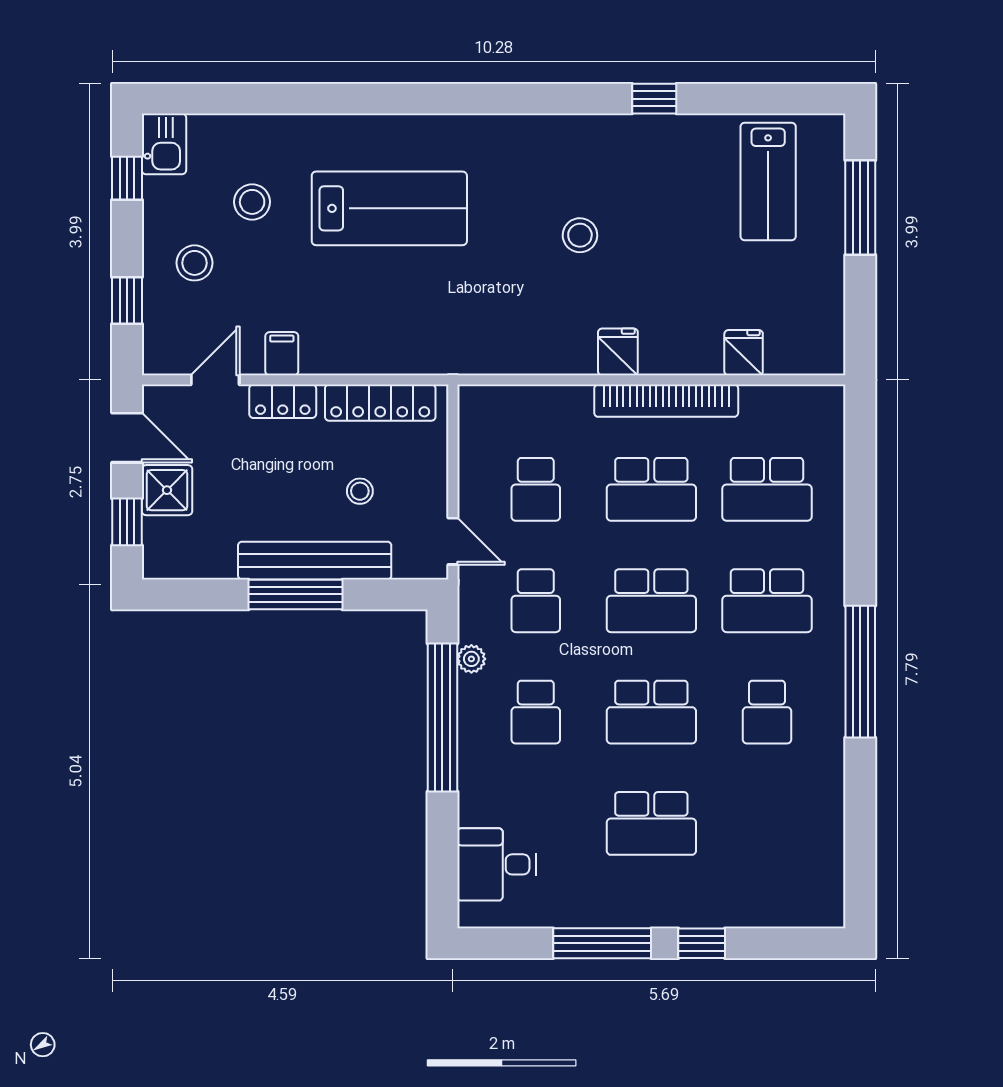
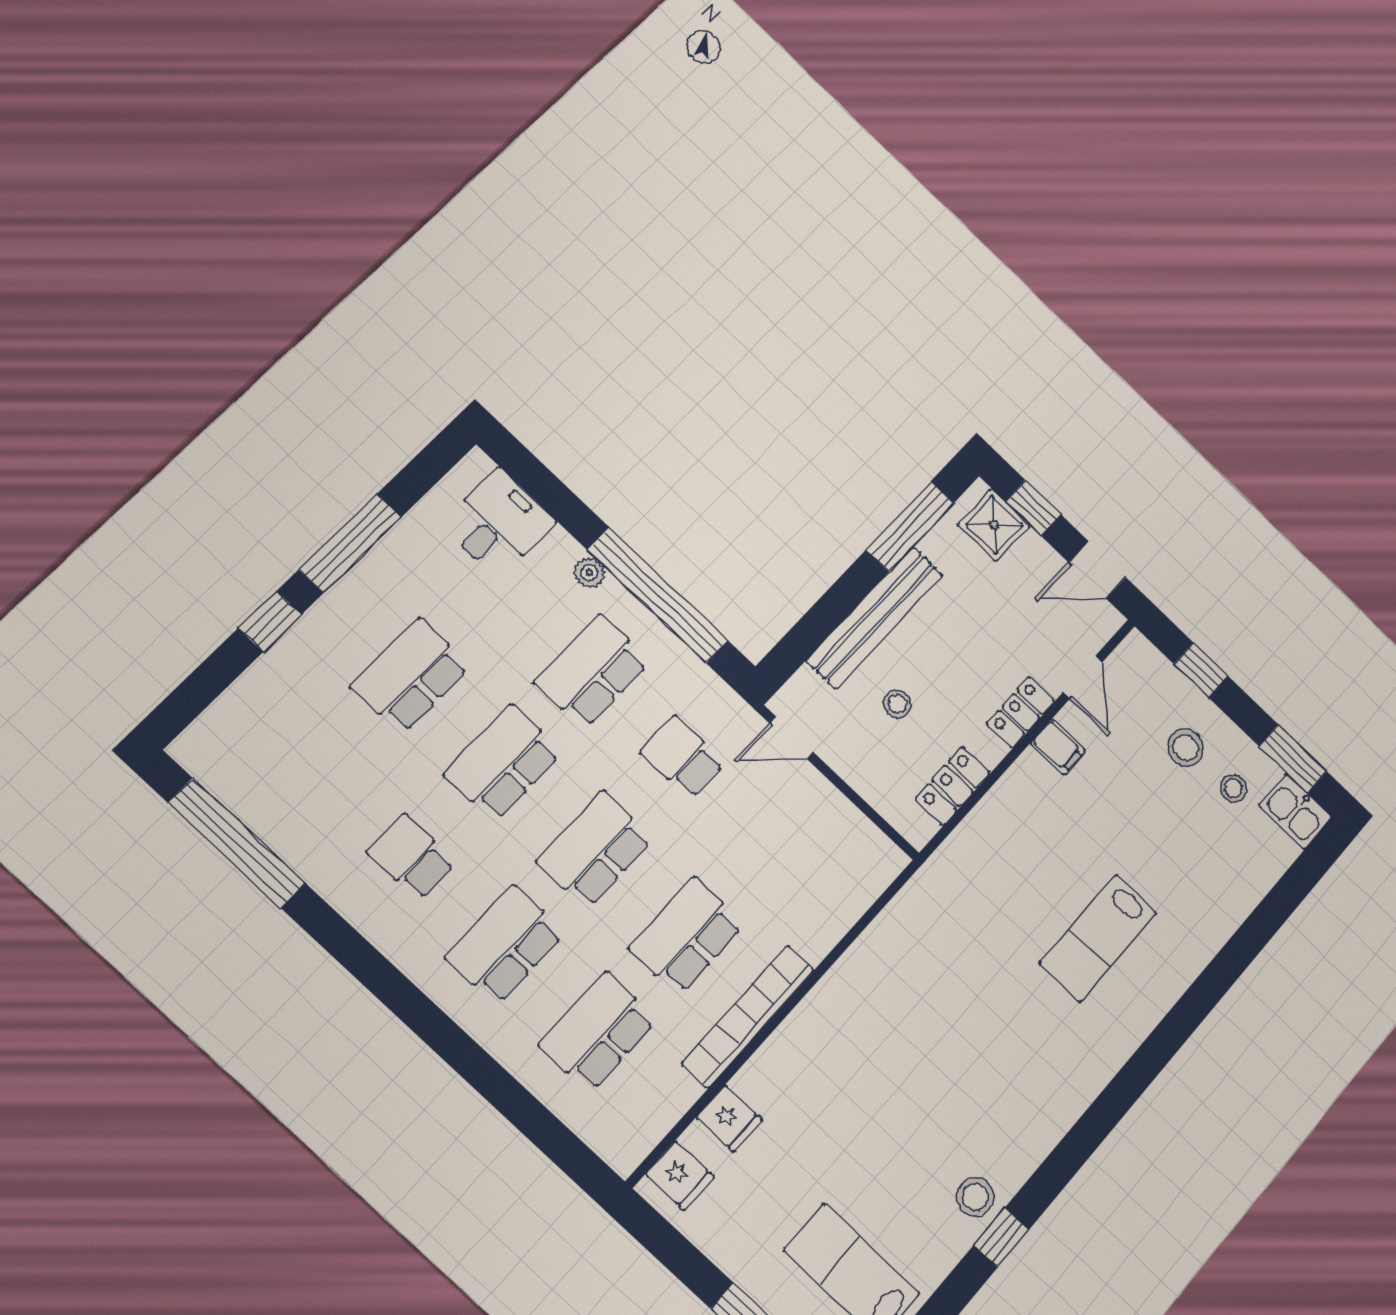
window: (127, 178) -> (1293, 759), width x1.50
stool: (252, 202) -> (1233, 788), moved, width x0.73, depth x0.73
lab bench: (389, 208) -> (1098, 938), width x0.73, depth x0.72
stool: (580, 235) -> (975, 1197), moved
fridge: (618, 352) -> (680, 1176), moved
locker: (380, 403) -> (953, 786), width x0.66
school desk: (536, 489) -> (773, 842), removed
shower: (167, 490) -> (994, 525), moved
window: (296, 594) -> (910, 526), moved
plant: (471, 659) -> (589, 573), moved
window: (860, 672) -> (237, 843), moved
school desk: (536, 712) -> (592, 672), width x1.85

